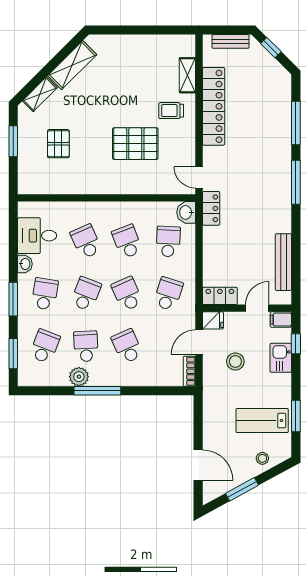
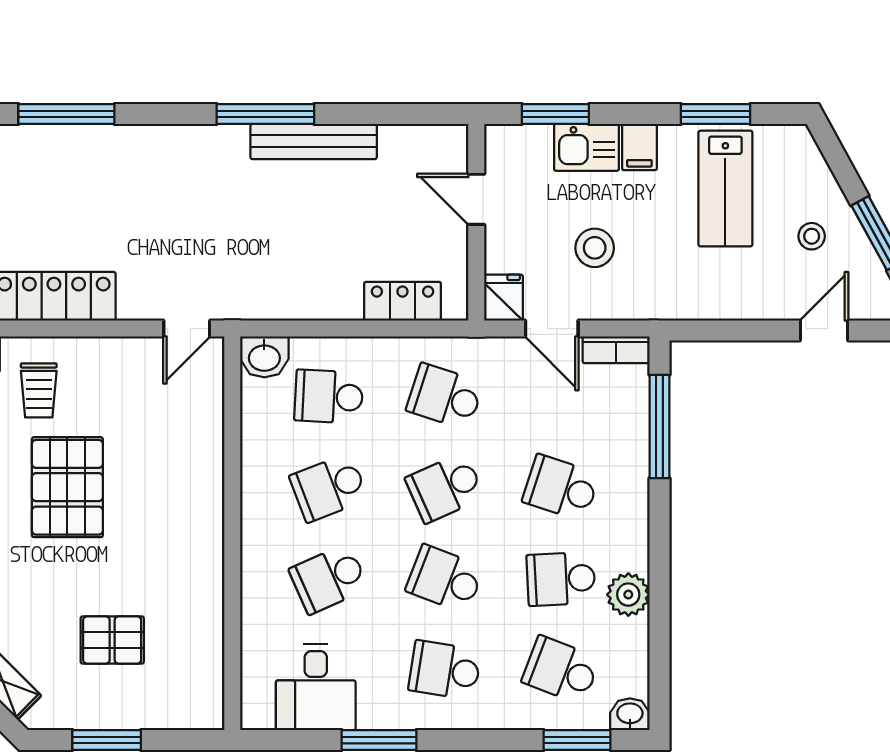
pallet: (135, 144) -> (67, 487), moved
window: (296, 182) -> (265, 114), moved
locker: (211, 208) -> (255, 302), removed
bench: (283, 262) -> (314, 141), moved
washbasin: (25, 264) -> (630, 714), moved
locker: (220, 296) -> (402, 301), moved, turned 90
window: (13, 299) -> (379, 740), moved
filing cabinet: (281, 320) -> (639, 147), moved
window: (296, 344) -> (555, 114), width x1.50
school desk: (127, 346) -> (561, 488), turned 42
window: (97, 391) -> (659, 427), moved
stool: (262, 458) -> (812, 236), moved
door: (198, 465) -> (824, 331), width x0.73

